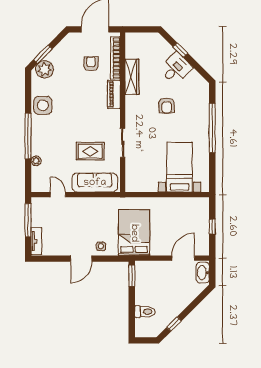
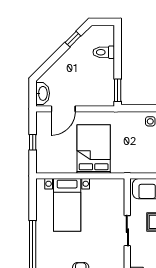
bed: (134, 233) -> (94, 149), moved, turned 180

